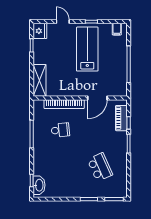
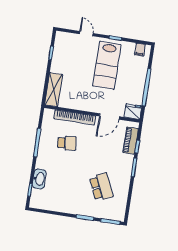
fridge: (40, 31) -> (133, 112), moved, turned -90
lab bench: (87, 49) -> (107, 65), turned 180
washbasin: (39, 185) -> (39, 179), moved

